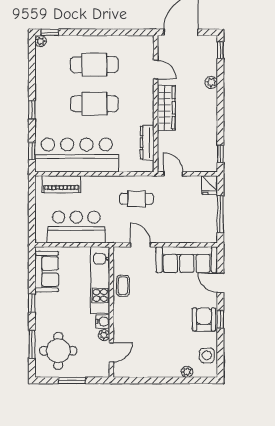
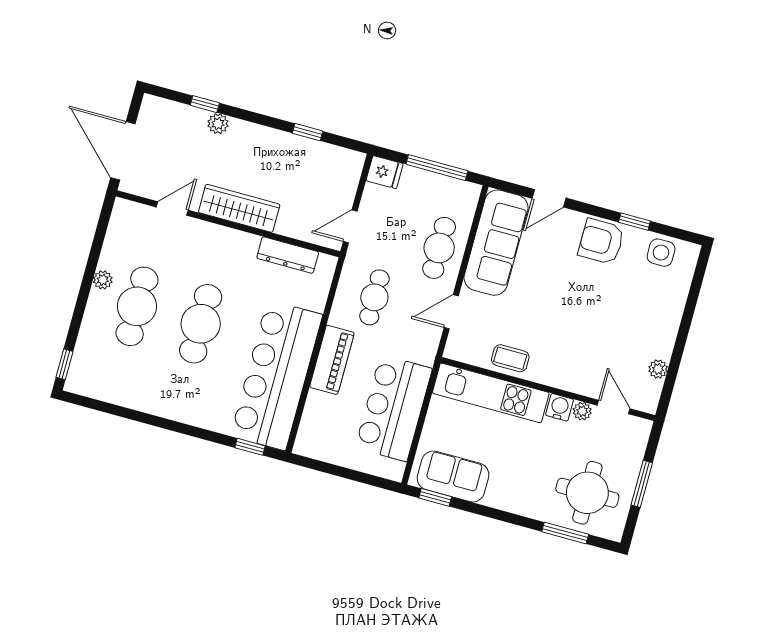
plant: (40, 41) -> (103, 280), moved
window: (220, 50) -> (205, 104), moved
window: (32, 110) -> (183, 428), removed
window: (220, 154) -> (308, 132), moved
piano: (61, 184) -> (332, 360), moved
cafe table: (175, 228) -> (439, 248), added
window: (32, 303) -> (435, 497), moved
window: (220, 319) -> (634, 222), moved
plant: (187, 372) -> (658, 369), moved

